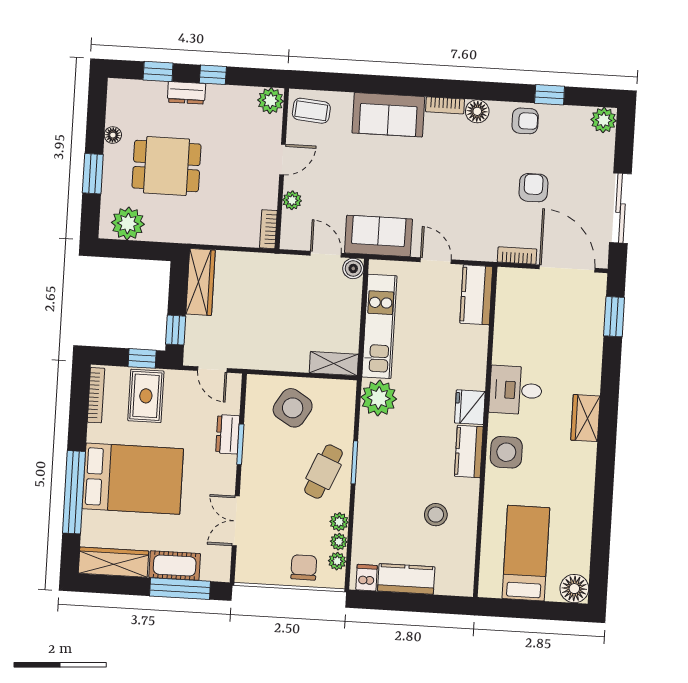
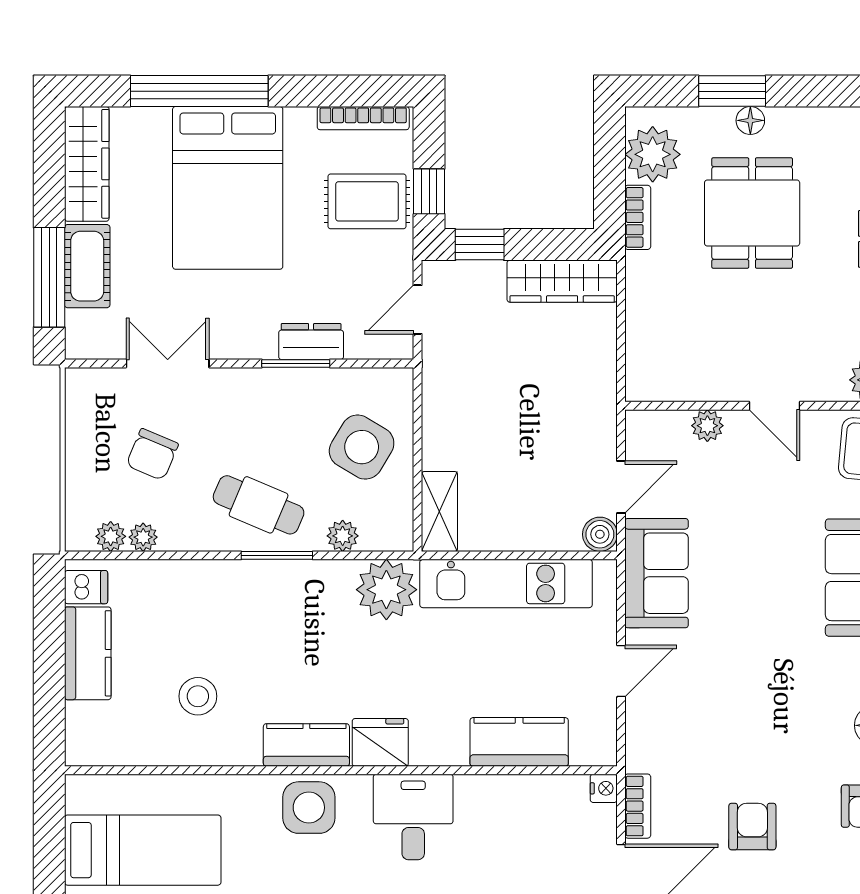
floor lamp: (113, 135) -> (750, 120), moved
armchair: (533, 188) -> (752, 827), turned -90
bookcase: (268, 229) -> (638, 217), moved, turned 90
nightstand: (505, 275) -> (604, 788), added
kitchen counter: (476, 295) -> (519, 742), moved
plant: (339, 522) -> (343, 536), moved
chair: (304, 567) -> (152, 454), moved, turned 113

